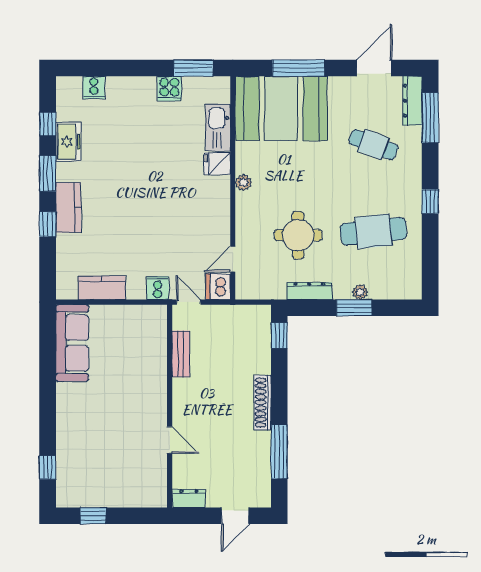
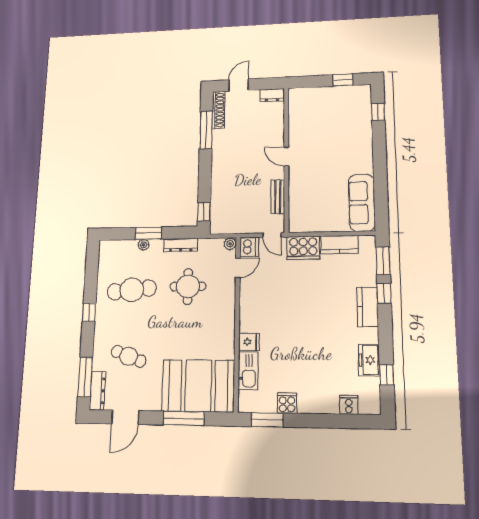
window: (48, 174) -> (383, 261), moved
plant: (243, 183) -> (230, 244), moved
cooker: (158, 288) -> (303, 248), width x1.87, depth x1.31
shoe rack: (263, 403) -> (218, 110), moved
door: (170, 440) -> (286, 156), moved

